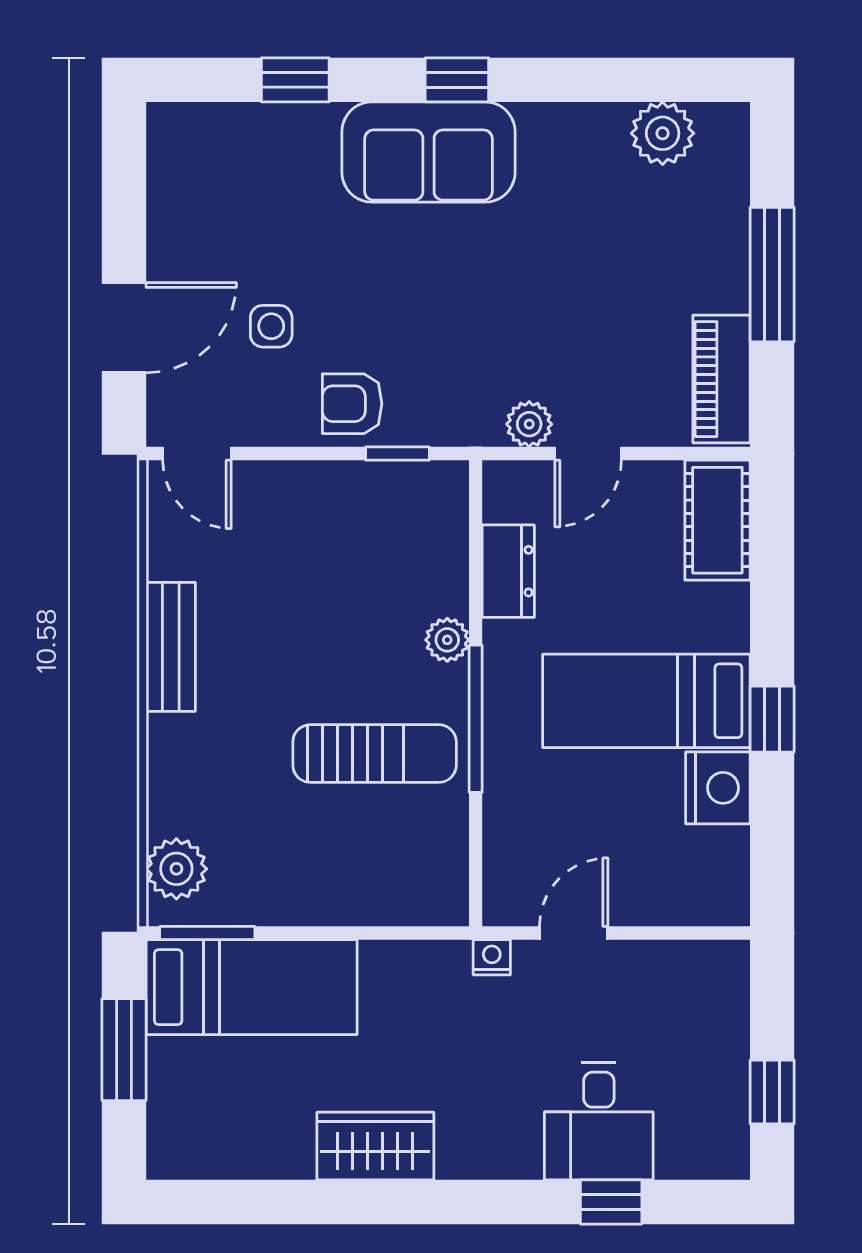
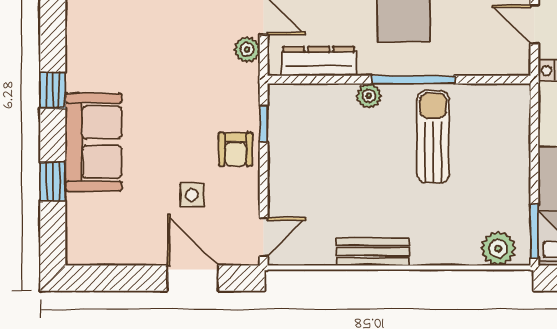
sofa: (428, 152) -> (94, 142), moved
dresser: (508, 571) -> (319, 61), width x1.44

